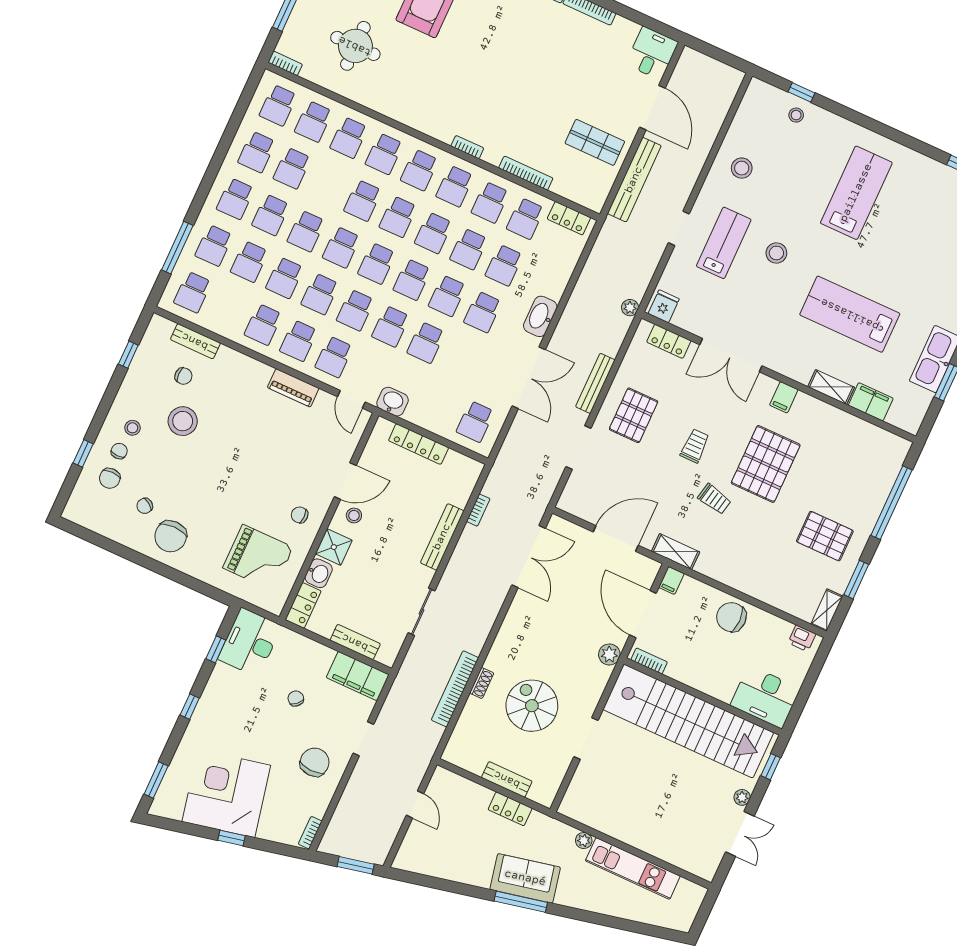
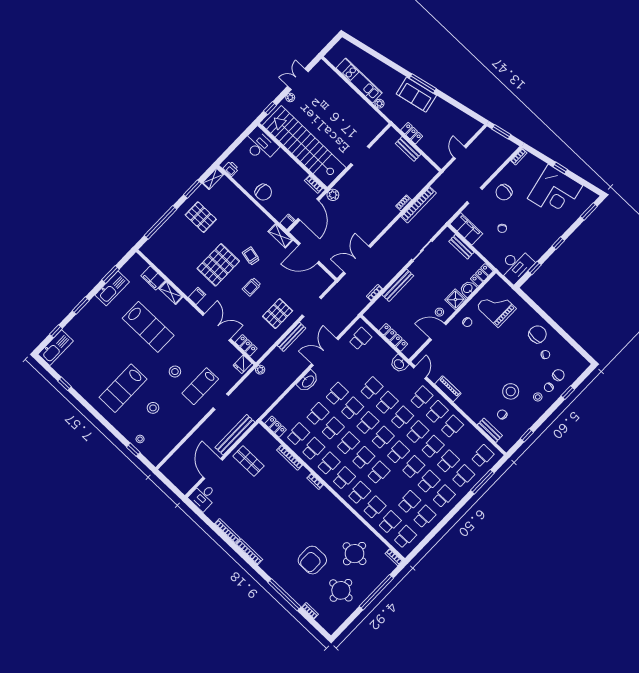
stool: (742, 168) -> (153, 408), moved
spiral stairs: (532, 706) -> (382, 182), removed

